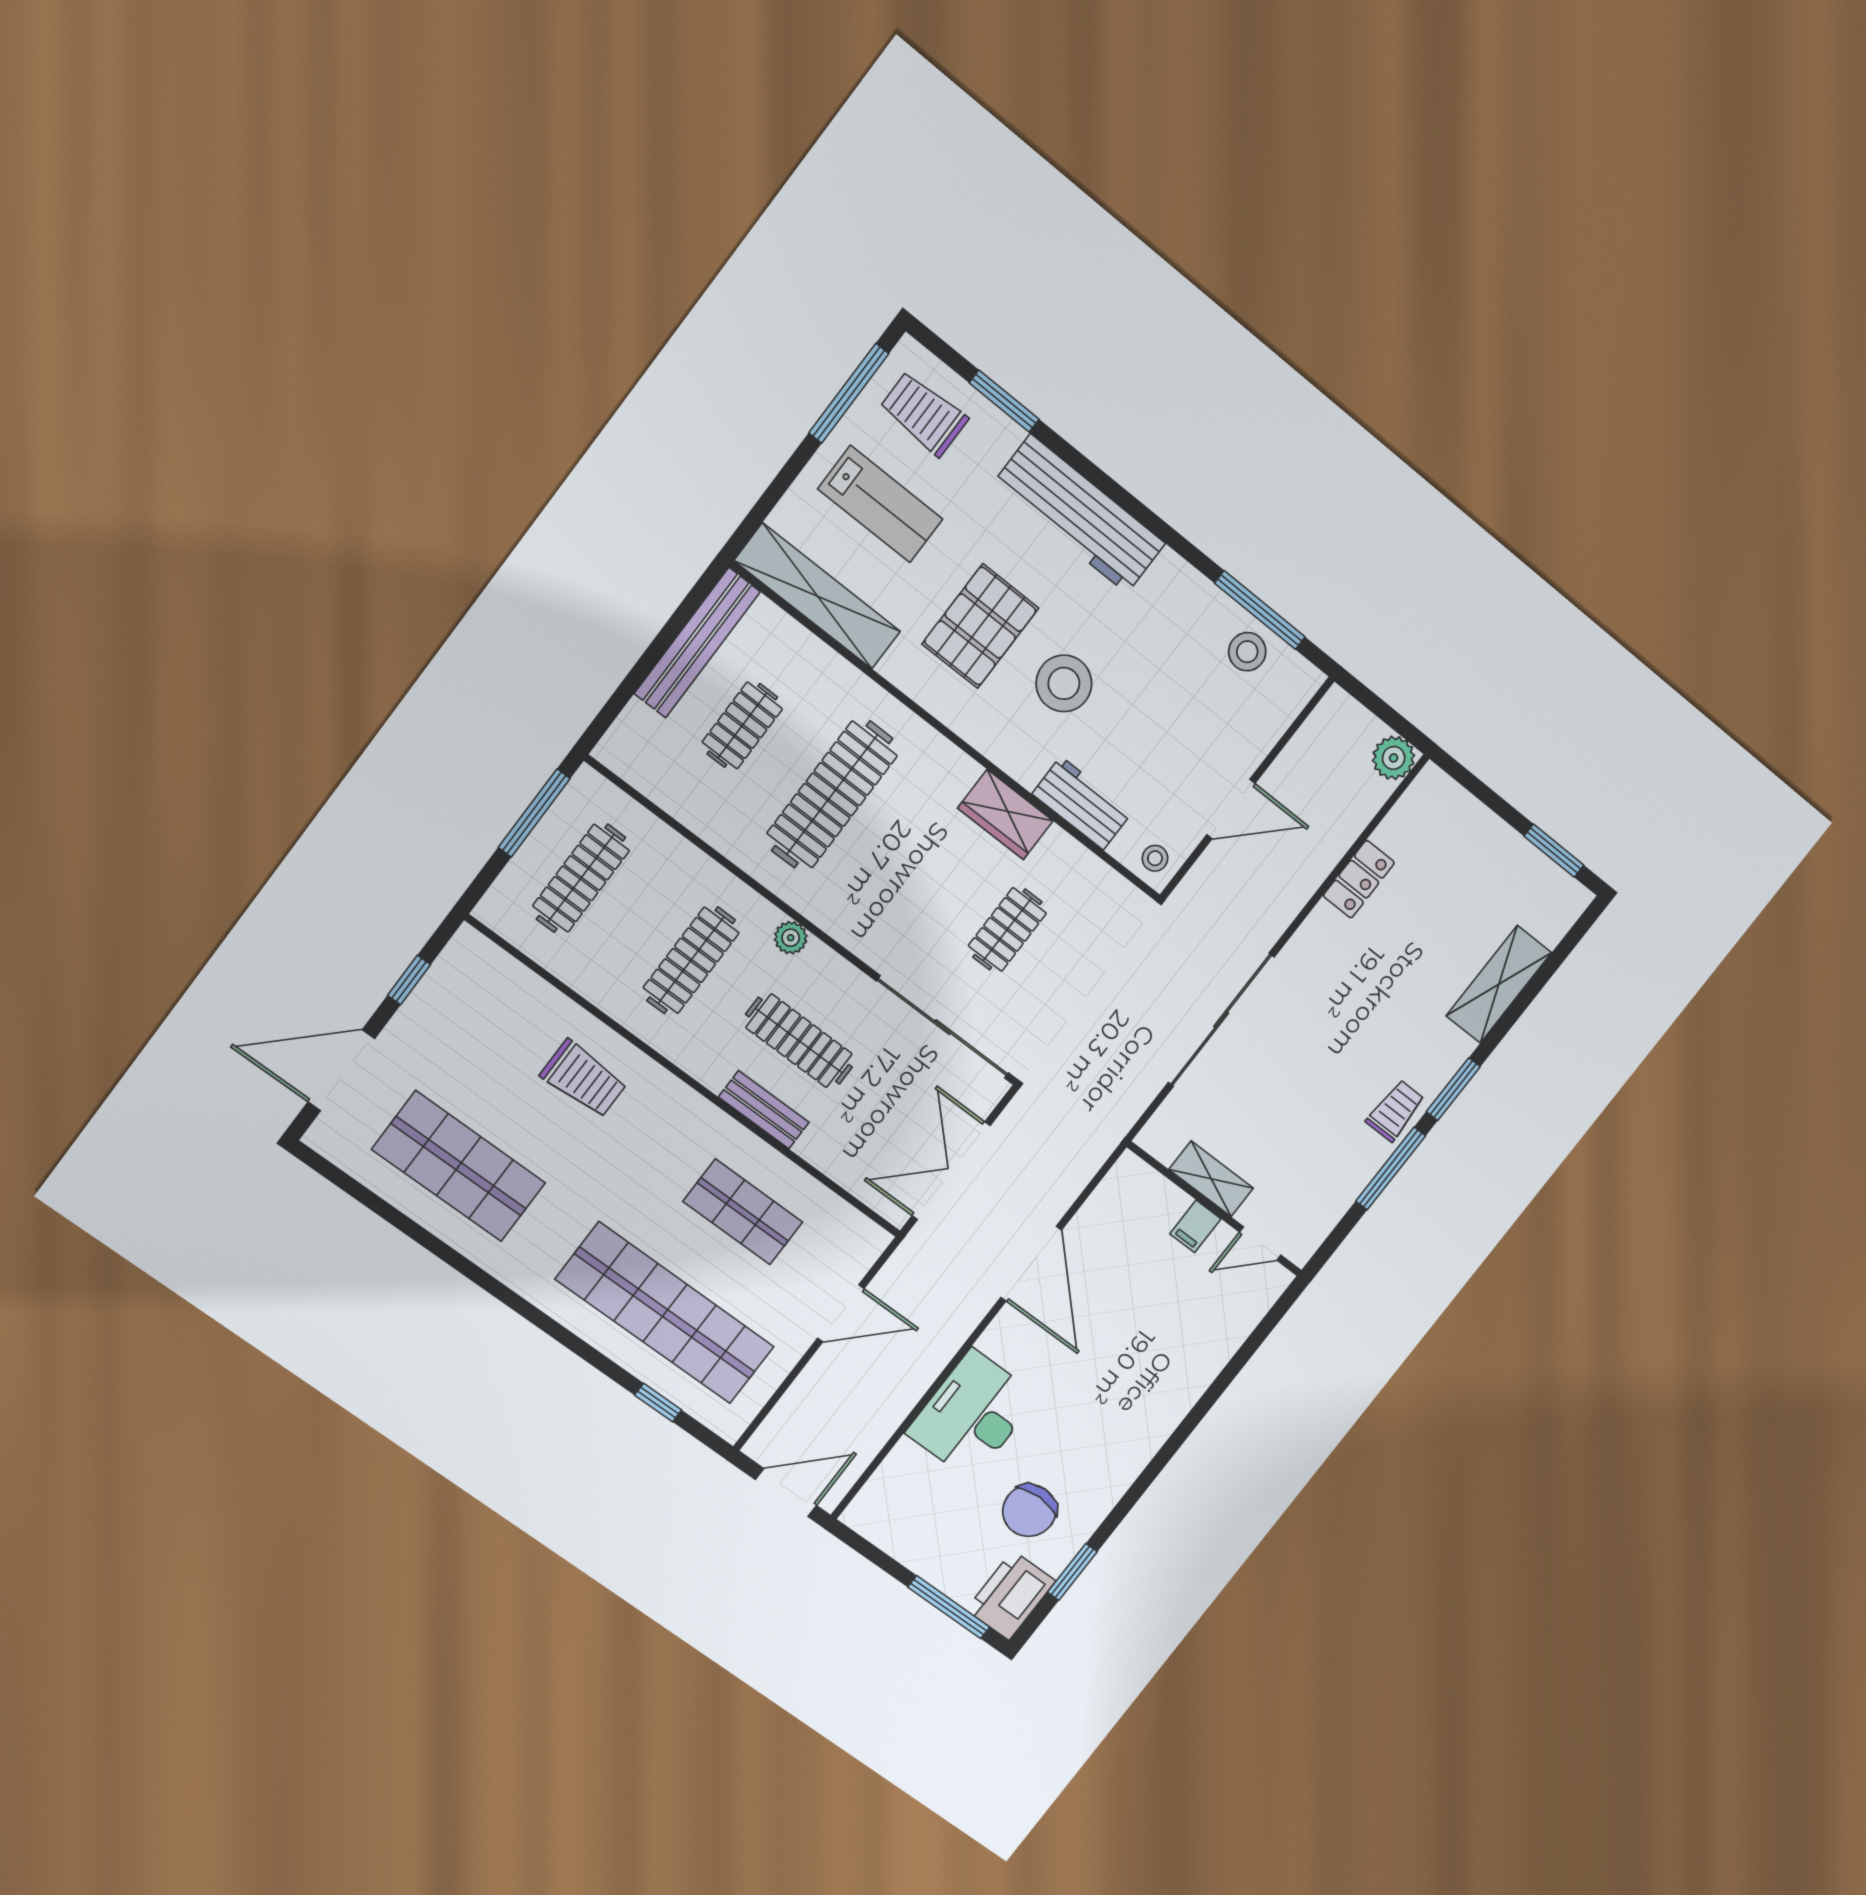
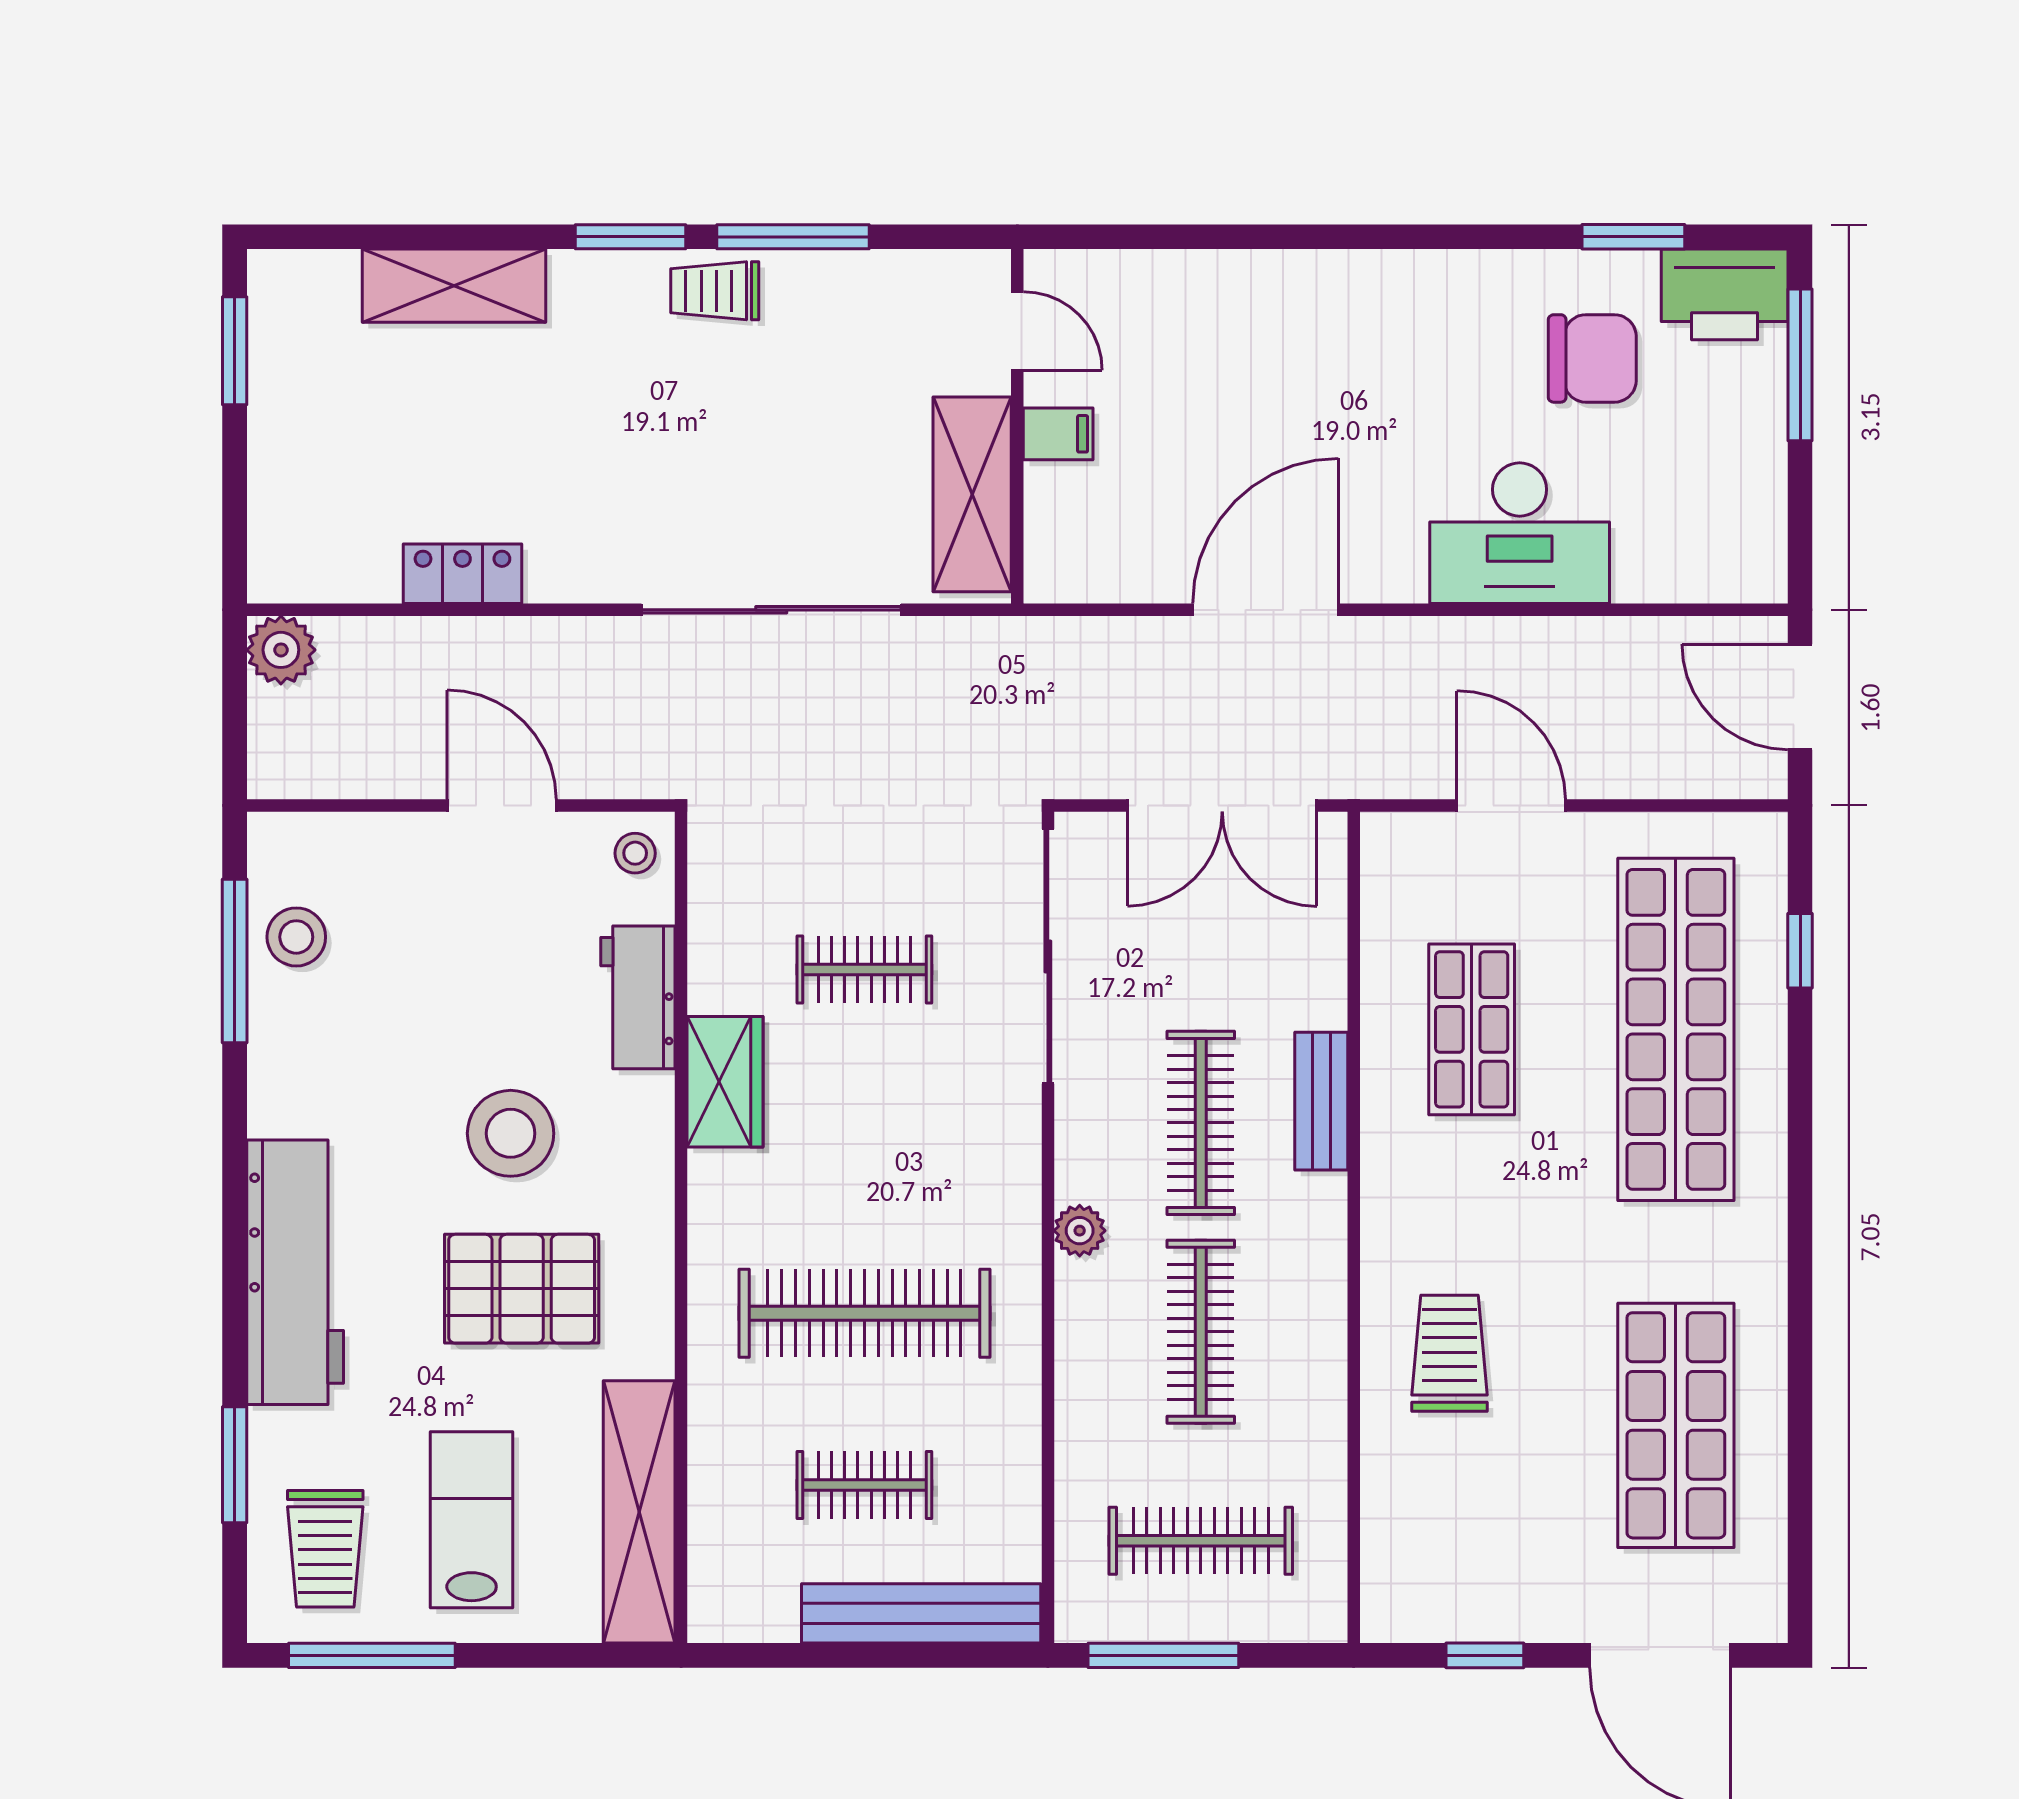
bench: (697, 643) -> (921, 1613), moved
clothes rail: (691, 960) -> (1201, 1332), turned 90
shelving: (1211, 1179) -> (972, 494), width x1.50, depth x1.33

